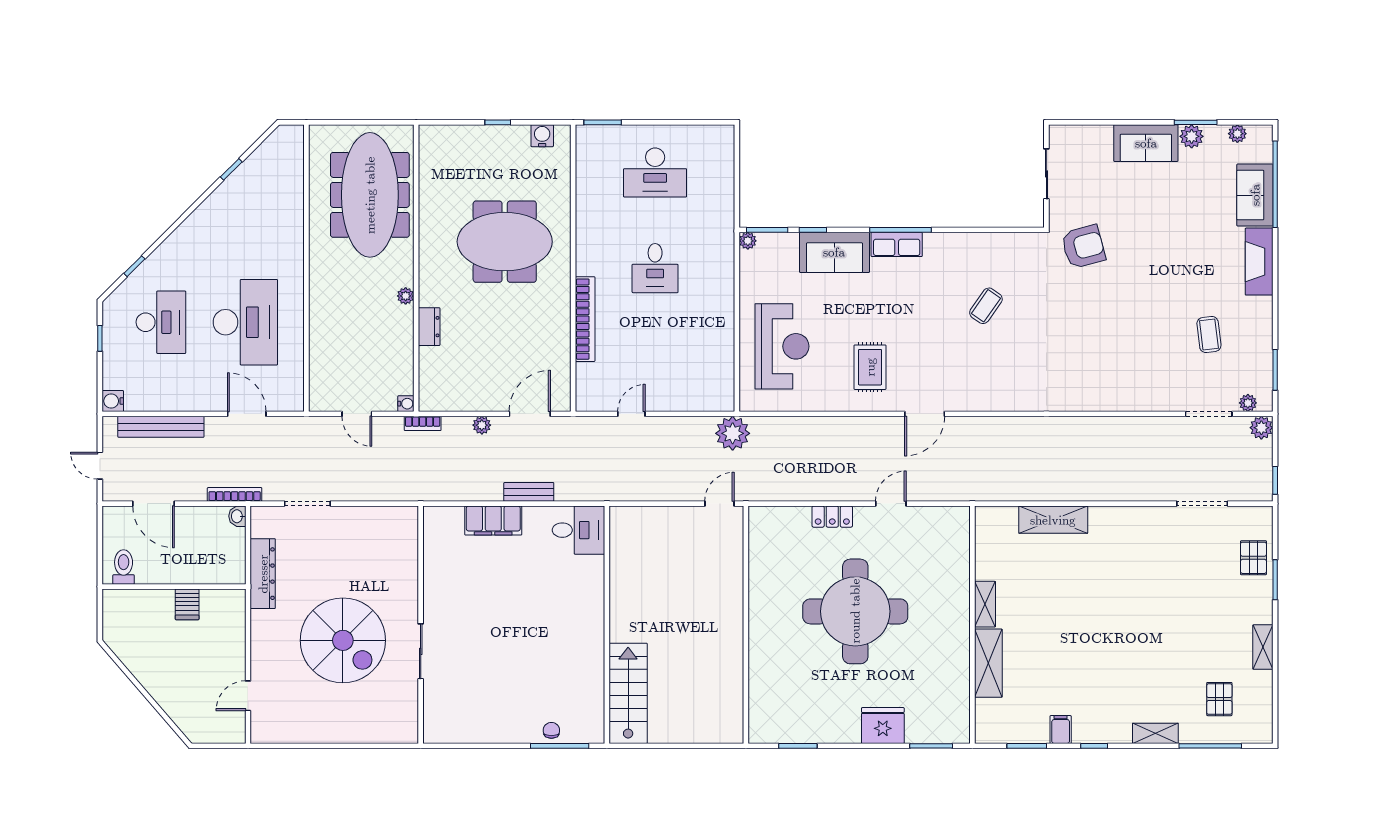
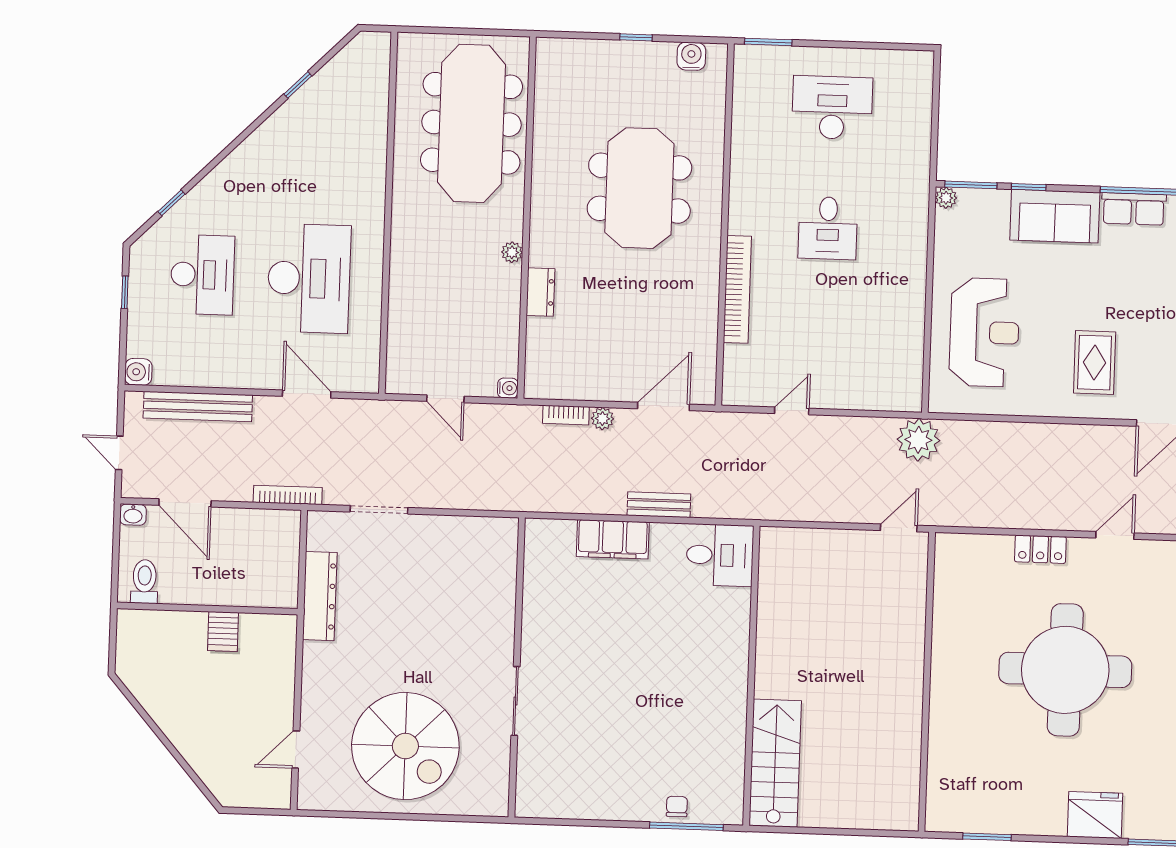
desk: (655, 173) -> (832, 108), turned 180
meeting table: (505, 242) -> (639, 188), turned 90
bookcase: (423, 423) -> (566, 415), moved
washbasin: (237, 516) -> (133, 515), moved, turned -90
spiral stairs: (343, 640) -> (405, 746), moved

